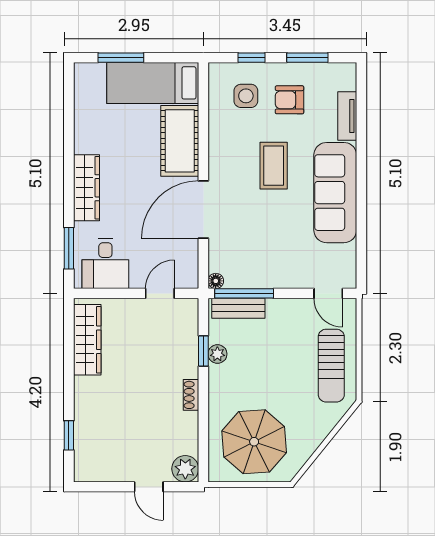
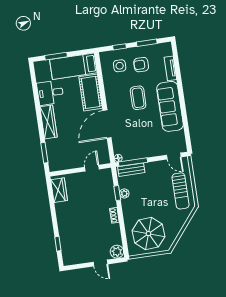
desk: (105, 264) -> (50, 93), moved, turned 90
wardrobe: (87, 340) -> (59, 190), width x0.67

